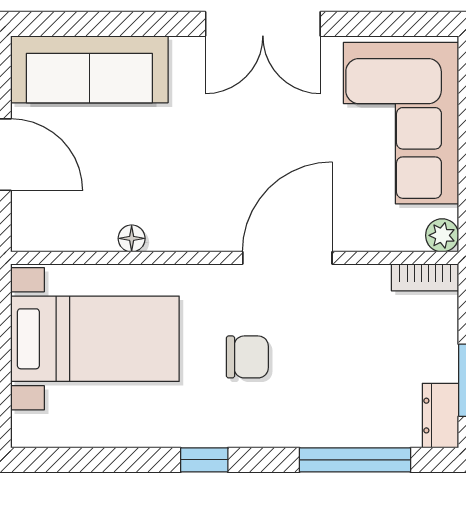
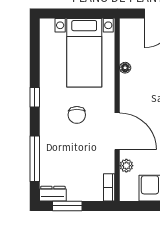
plant: (442, 235) -> (126, 166), moved

